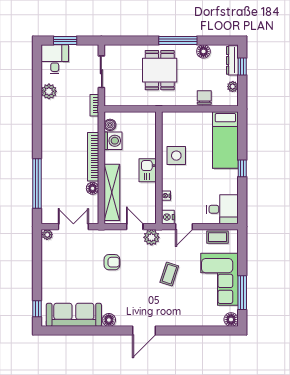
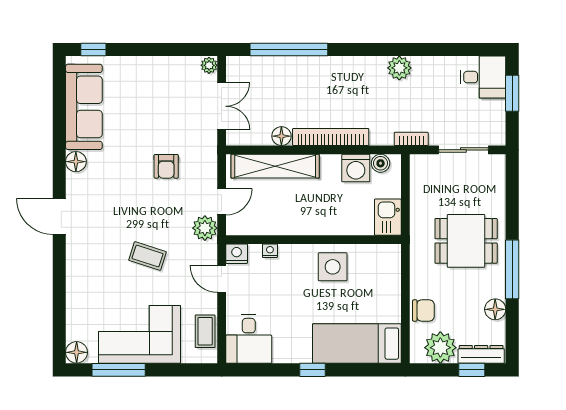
plant: (233, 87) -> (440, 348), width x1.88, depth x1.88
plant: (49, 91) -> (399, 68), moved
kitchen sink: (148, 170) -> (388, 217), moved, turned -90

